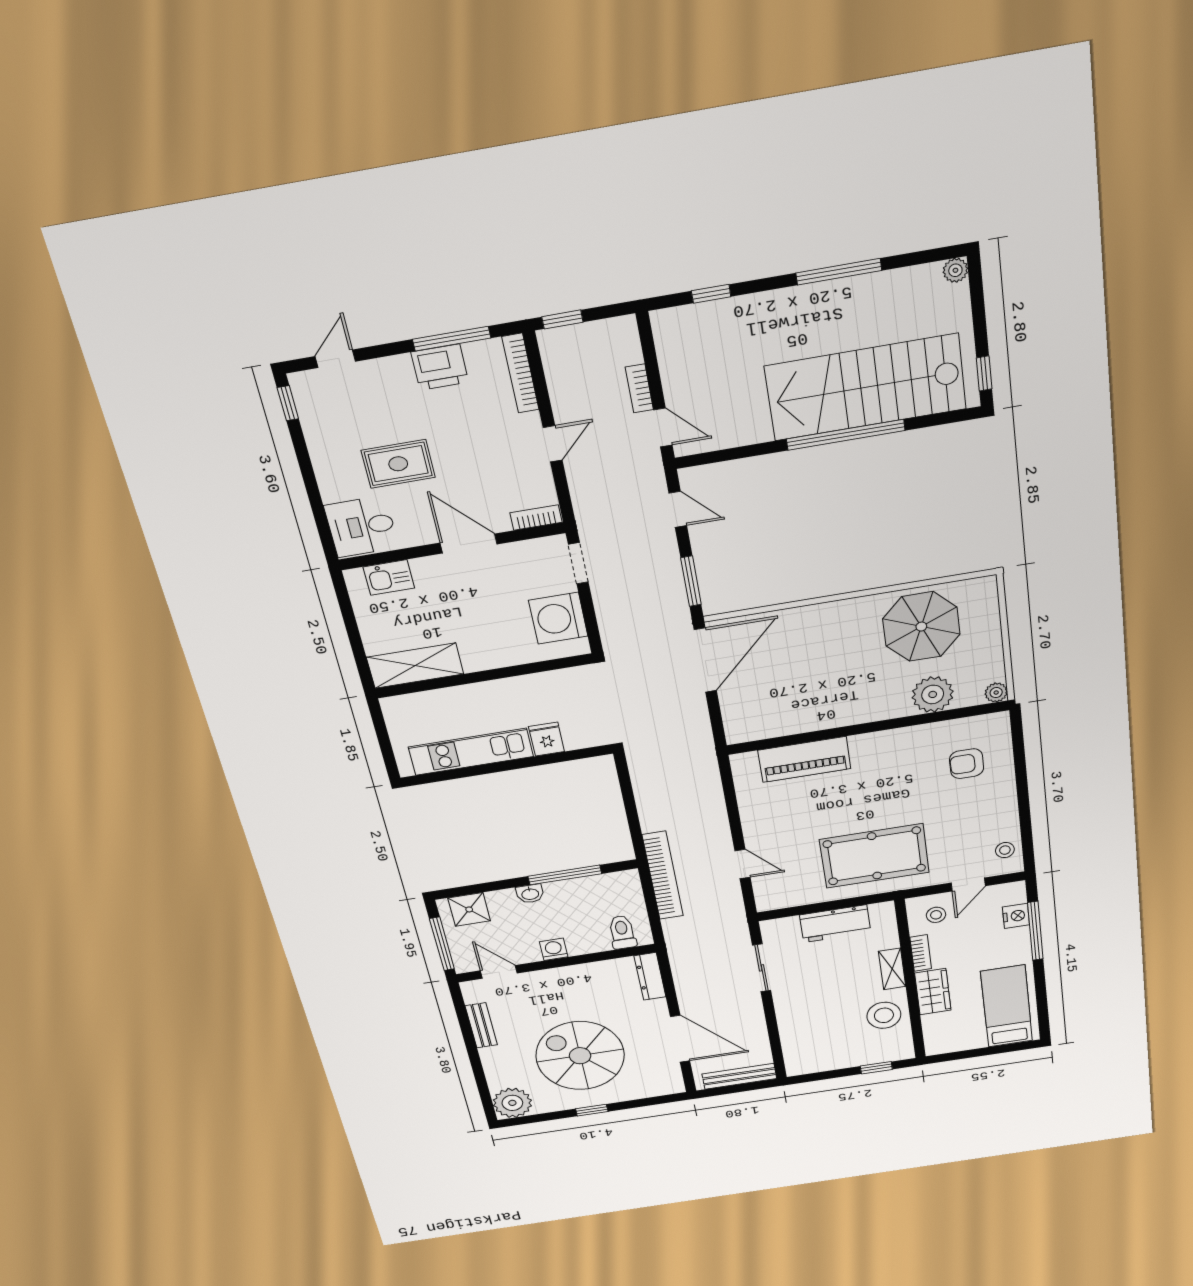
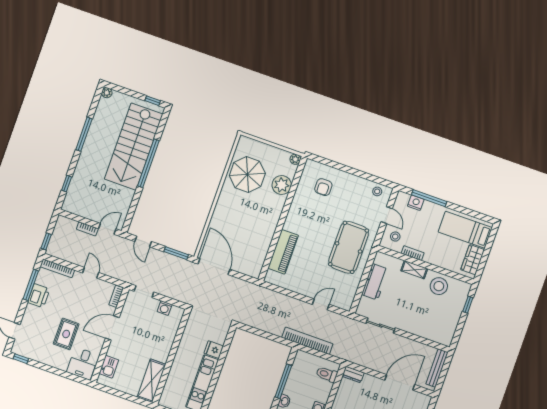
door: (678, 509) -> (143, 241), swing flipped
washing machine: (558, 618) -> (165, 308), width x0.53, depth x0.53
dresser: (650, 976) -> (353, 375), width x0.70
wardrobe: (933, 992) -> (473, 260), moved, turned -90

